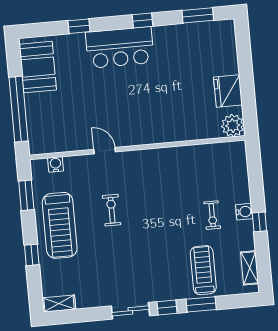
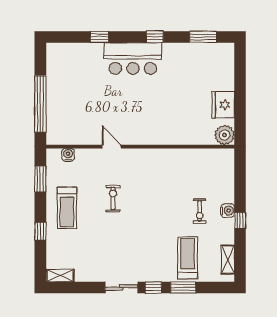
booth: (38, 67) -> (60, 69), removed
treadmill: (60, 225) -> (67, 208), width x0.73, depth x0.73

